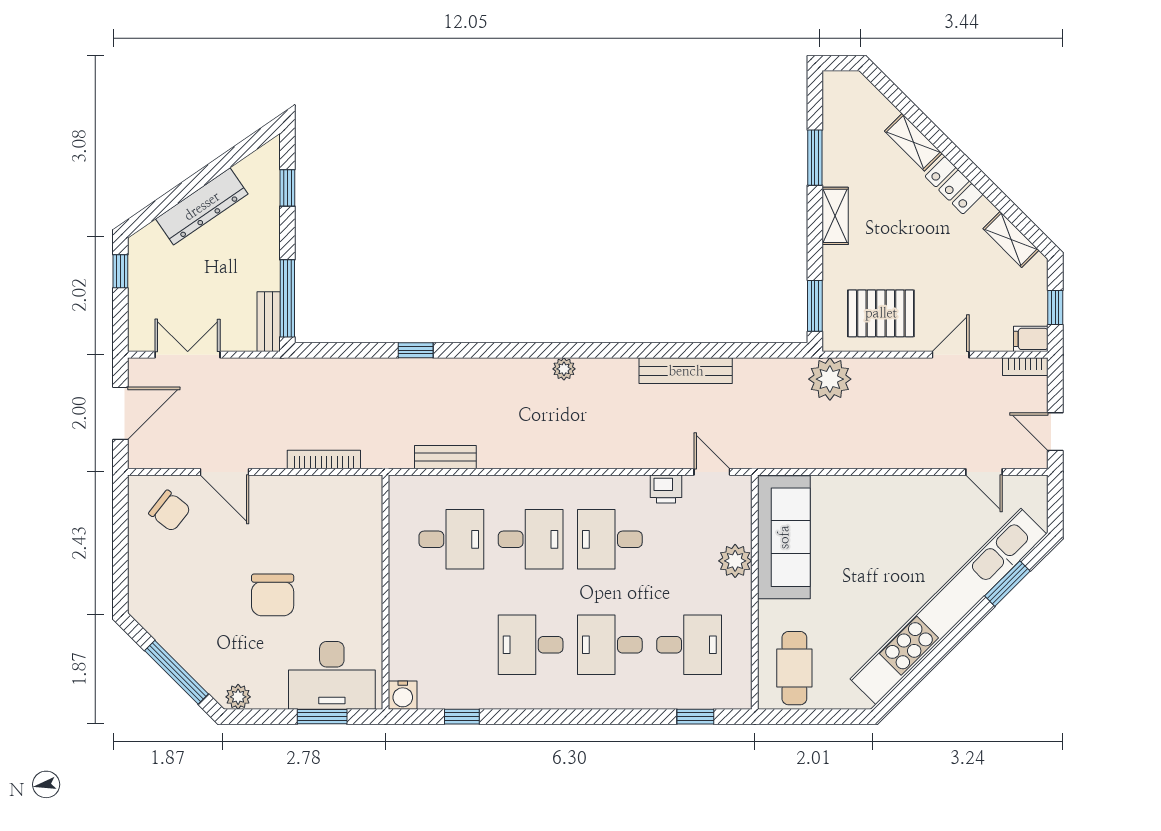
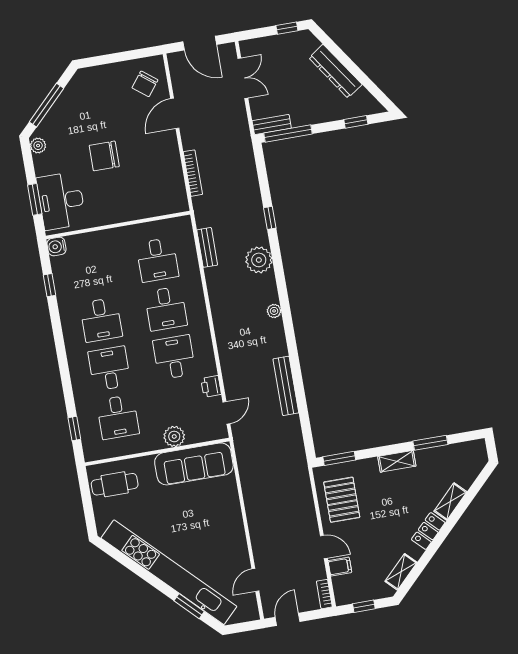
filing cabinet: (1031, 339) -> (340, 567), moved, turned 90
plant: (830, 379) -> (259, 260), moved
desk: (531, 645) -> (101, 320), turned 180

